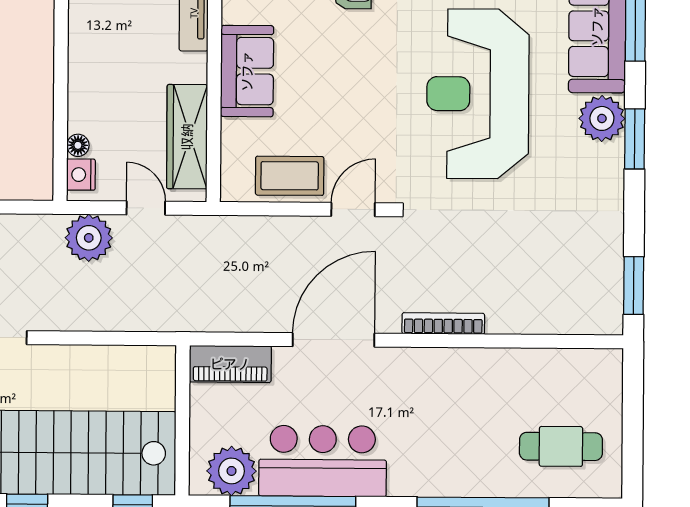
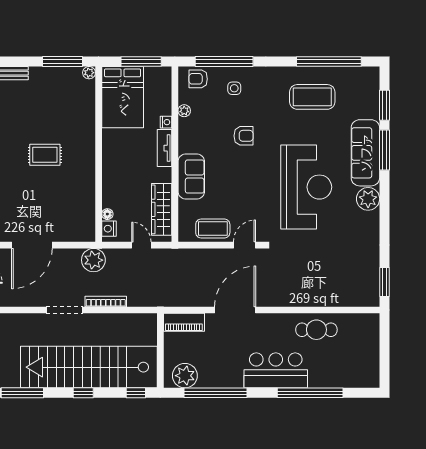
reception desk: (478, 94) -> (306, 187), turned 180
window: (635, 139) -> (384, 209), removed
plant: (89, 238) -> (93, 260), moved
bookcase: (443, 324) -> (106, 302), moved
cafe table: (561, 446) -> (316, 330), moved
bar counter: (323, 461) -> (276, 370), moved

